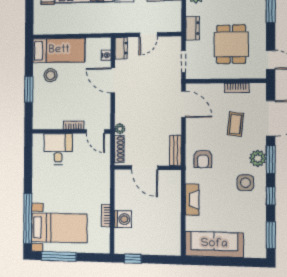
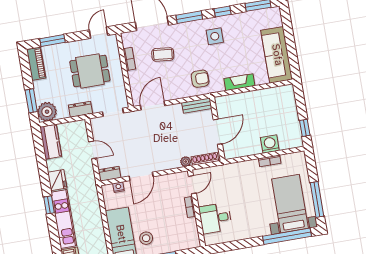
plant: (258, 158) -> (191, 29), removed

